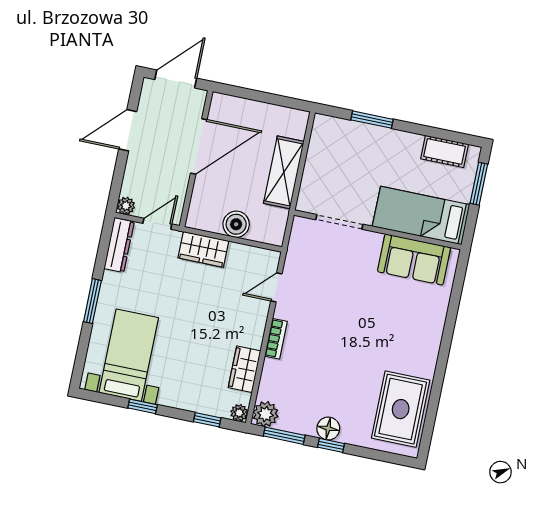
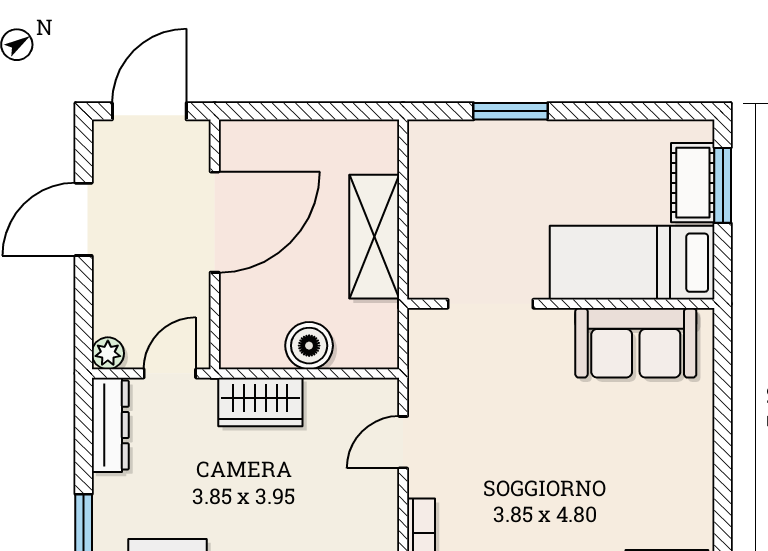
cot: (445, 151) -> (693, 183), moved, turned 90

